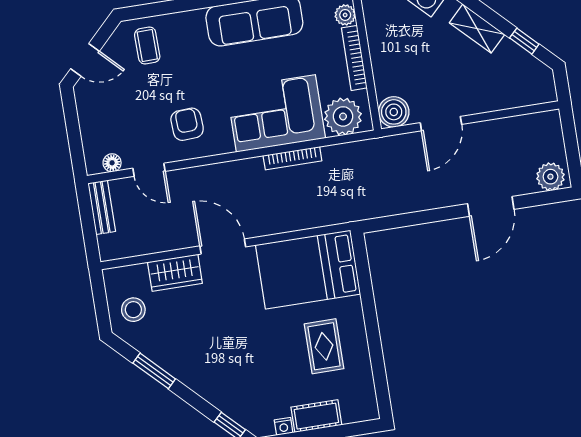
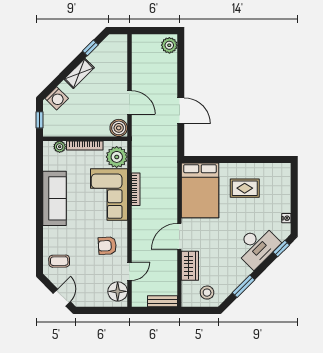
floor lamp: (112, 163) -> (118, 291), width x1.89, depth x1.89
door: (491, 206) -> (181, 111), moved
bench: (102, 207) -> (162, 301), moved
desk: (228, 383) -> (257, 246), added
cot: (316, 416) -> (283, 199), removed

